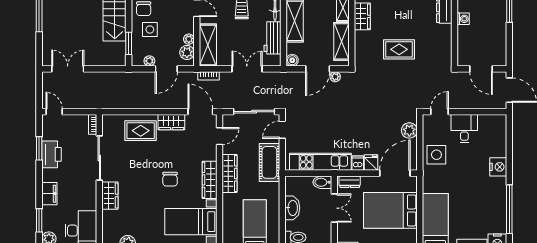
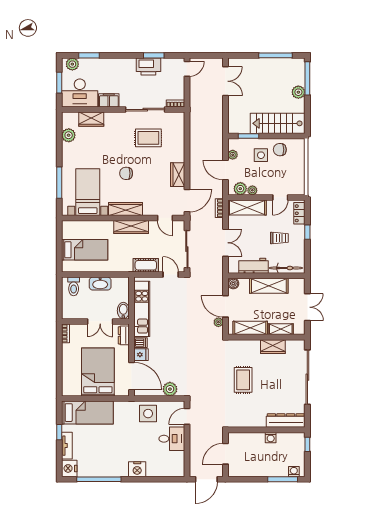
door: (439, 112) -> (187, 416), swing flipped
rug: (141, 131) -> (148, 138), moved, turned 90
cot: (269, 162) -> (146, 265), width x0.73, depth x0.75
filing cabinet: (49, 194) -> (109, 100), moved, turned 180
wardrobe: (110, 196) -> (91, 119), moved

